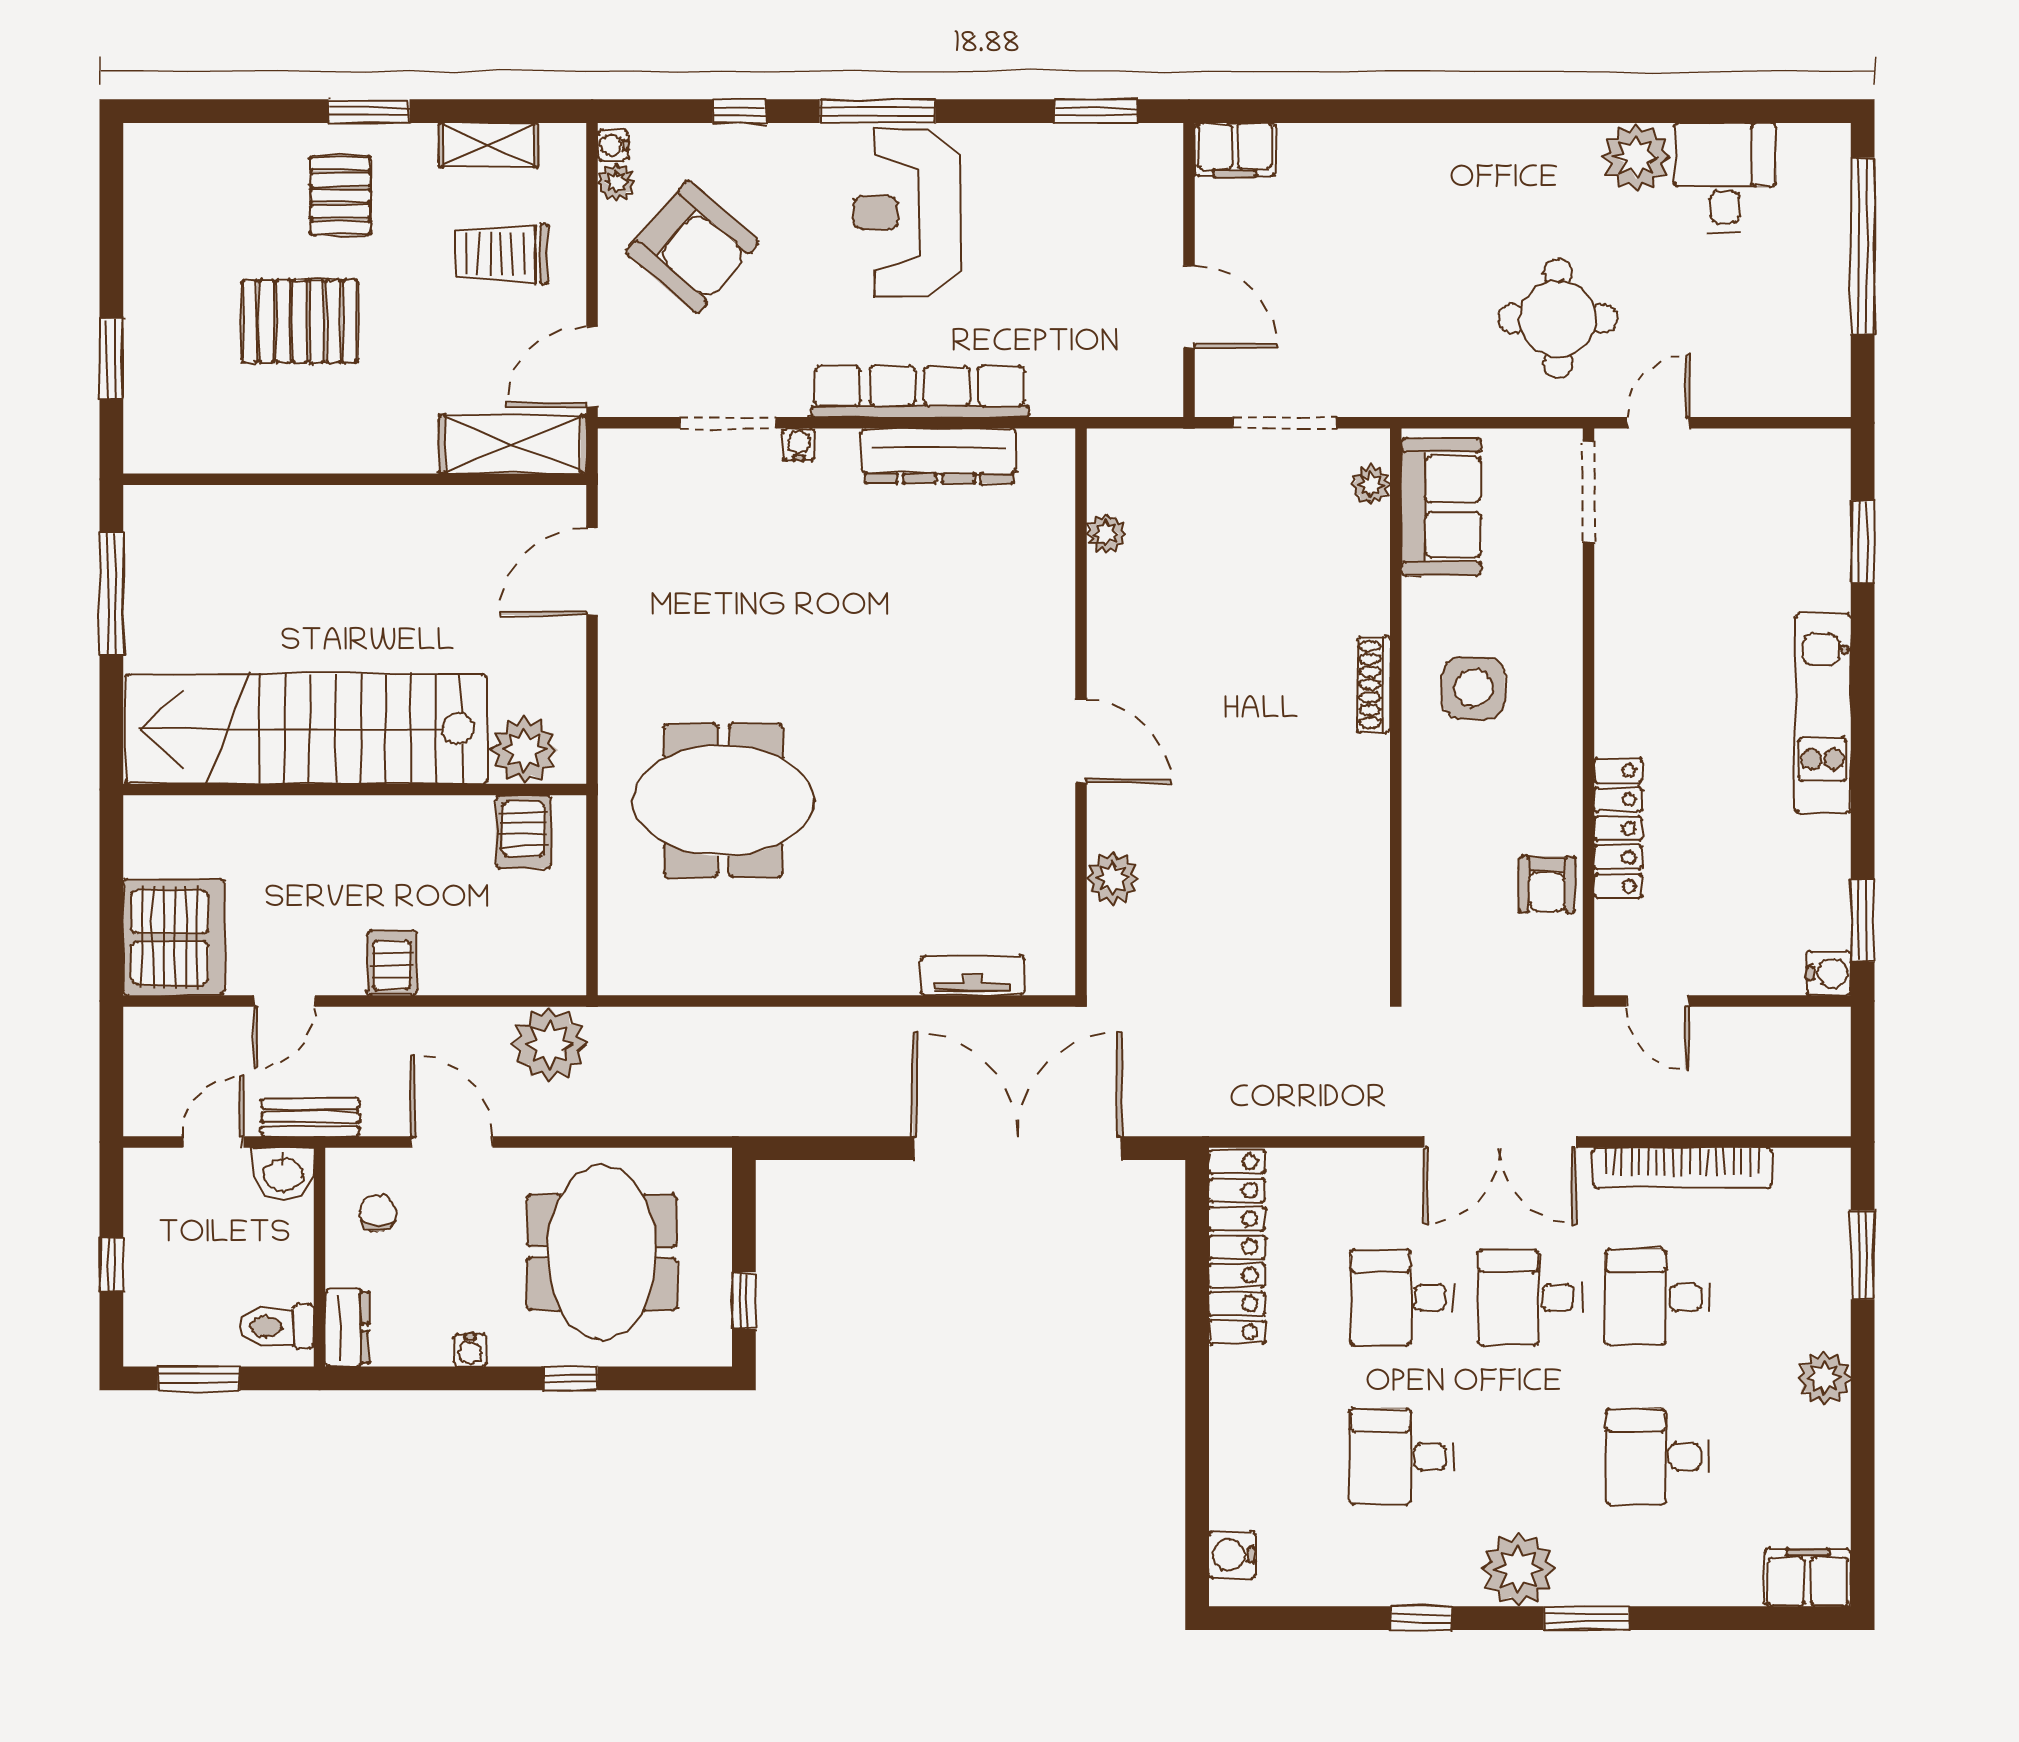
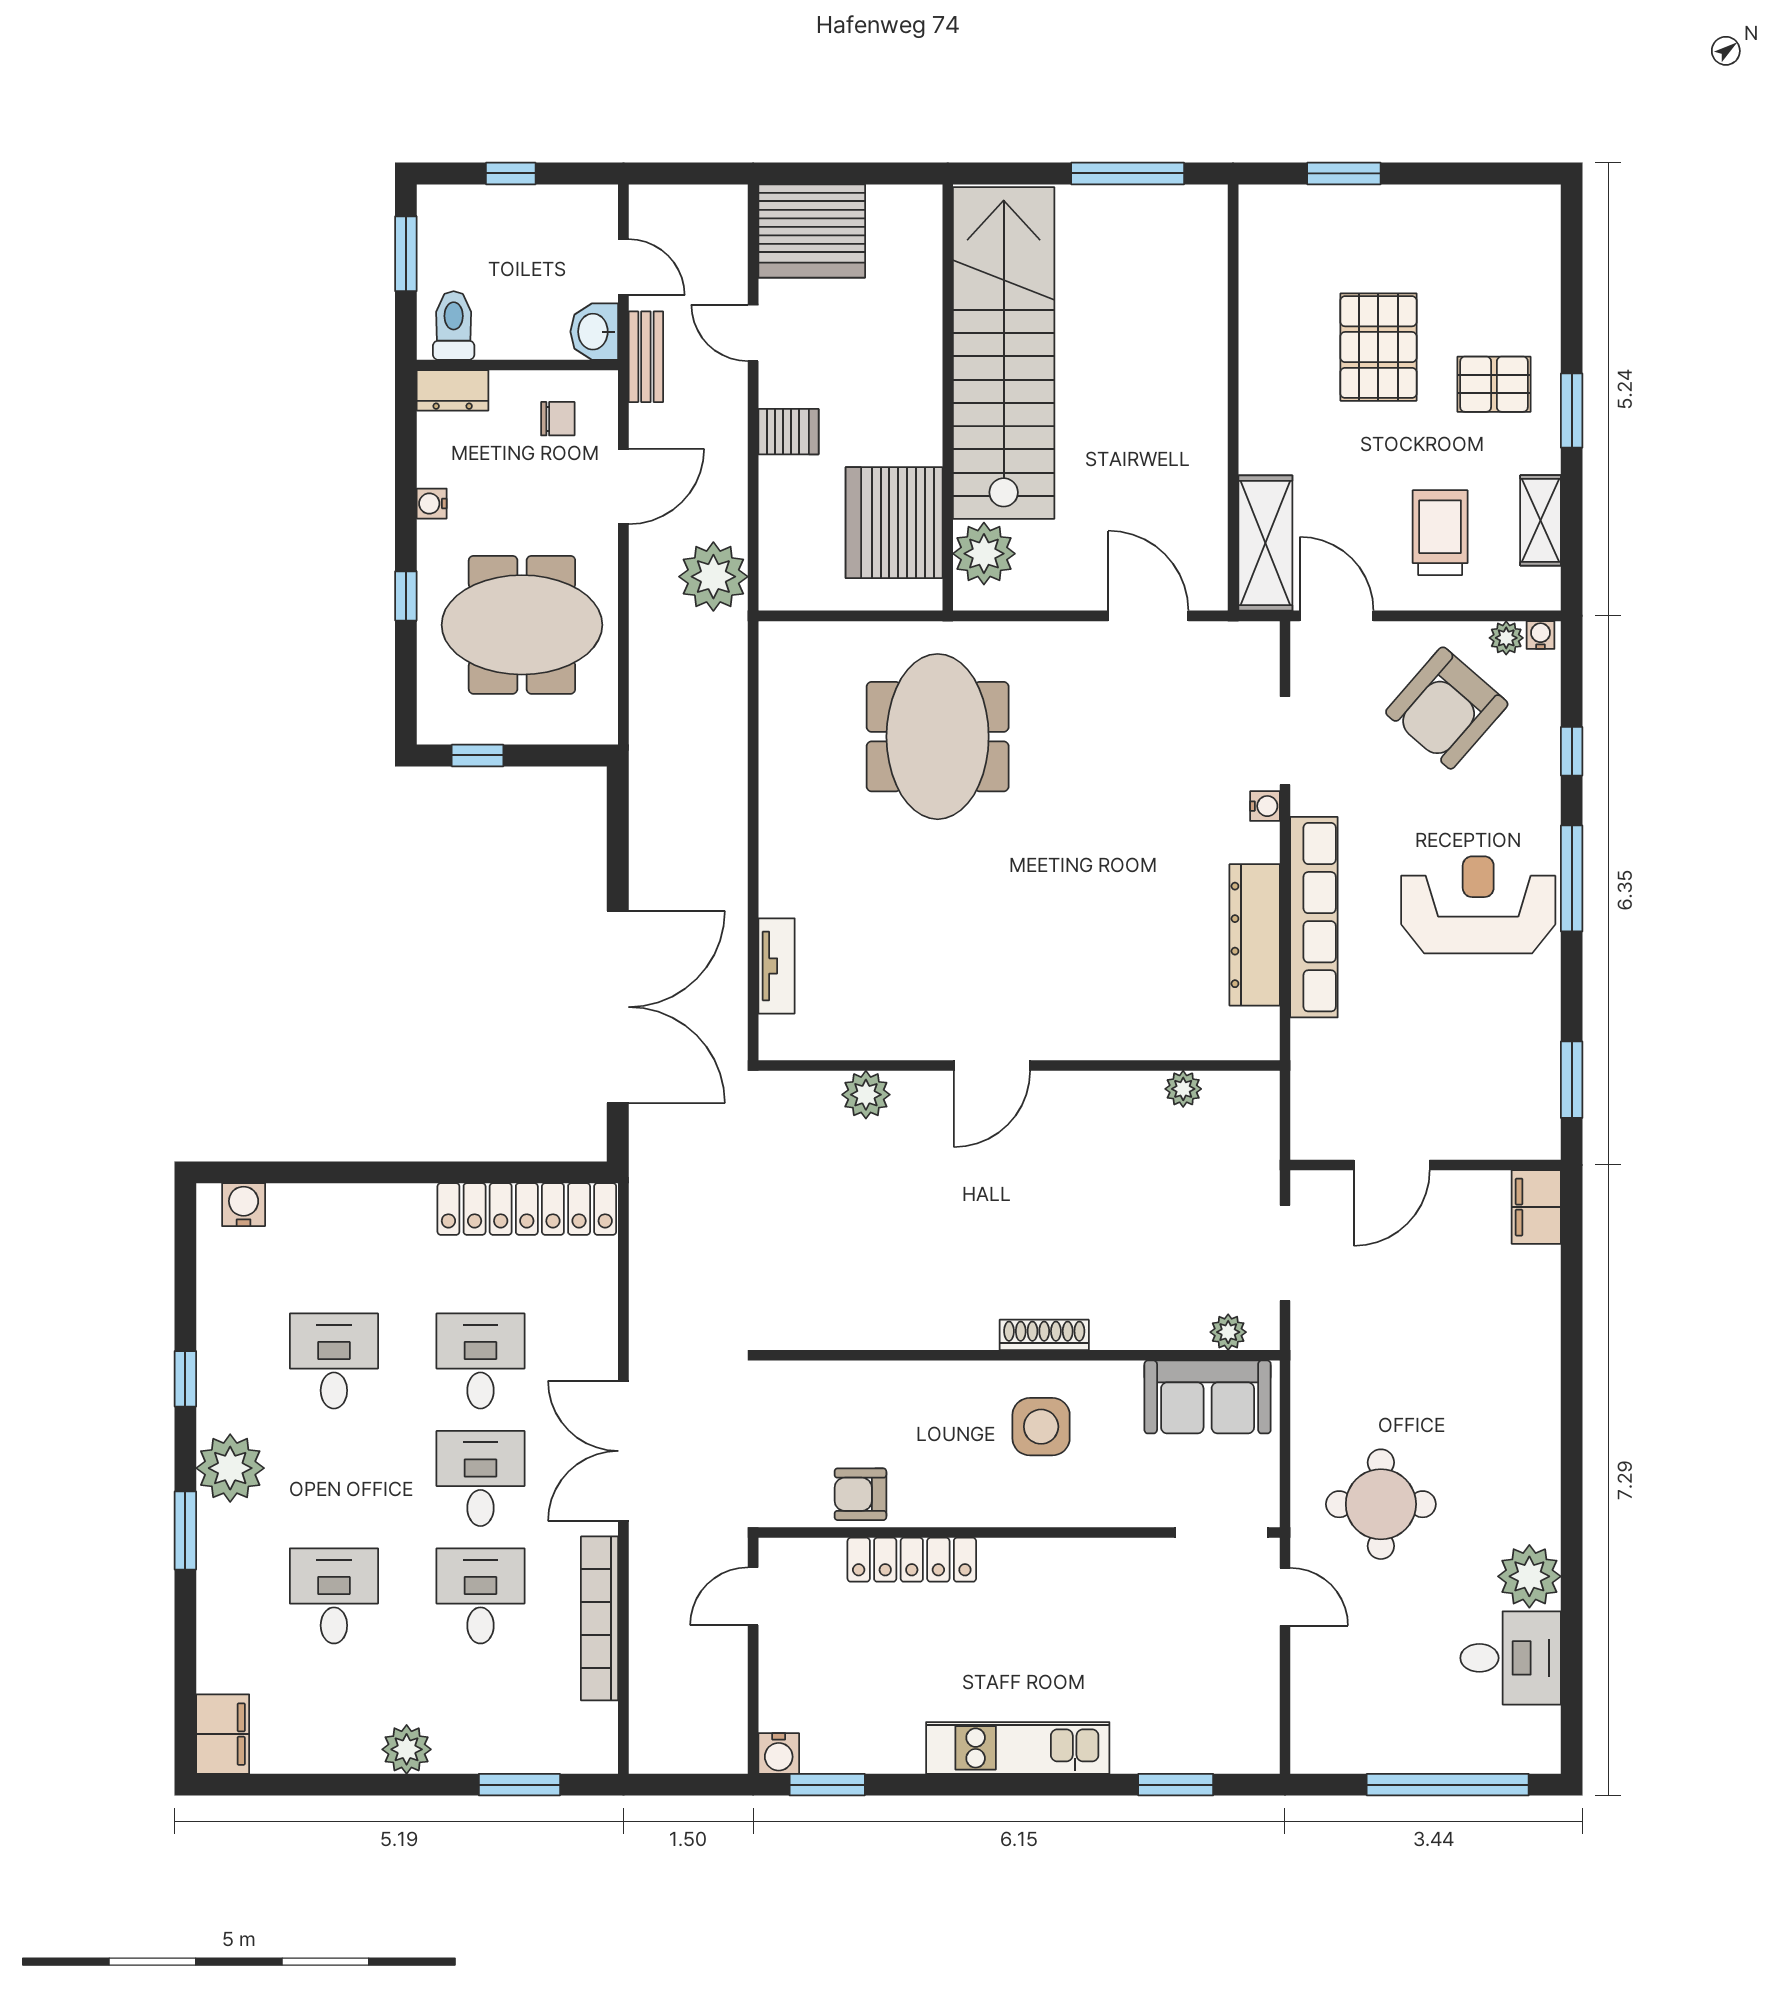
server rack: (523, 832) -> (894, 523), width x2.18, depth x1.44

